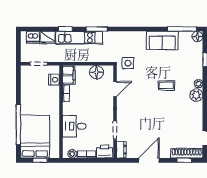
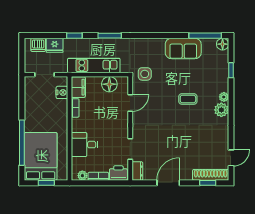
kitchen unit: (79, 38) -> (94, 65), moved, turned 180

